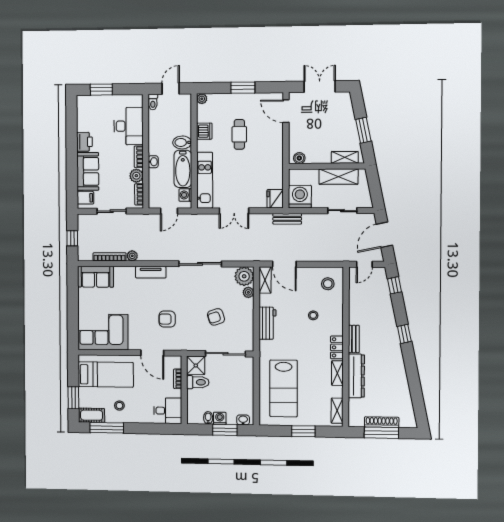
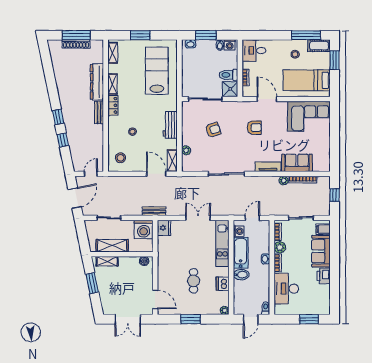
plant: (244, 276) -> (190, 164), removed
sofa: (96, 277) -> (297, 163), moved
window: (395, 285) -> (63, 140), moved
washing machine: (220, 418) -> (230, 45), moved

